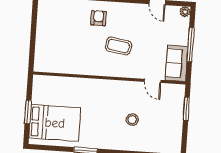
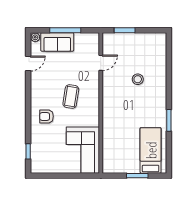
corner sofa: (59, 55) -> (83, 150), added
sofa: (177, 63) -> (57, 42), moved
bed: (55, 123) -> (151, 150), width x0.67

